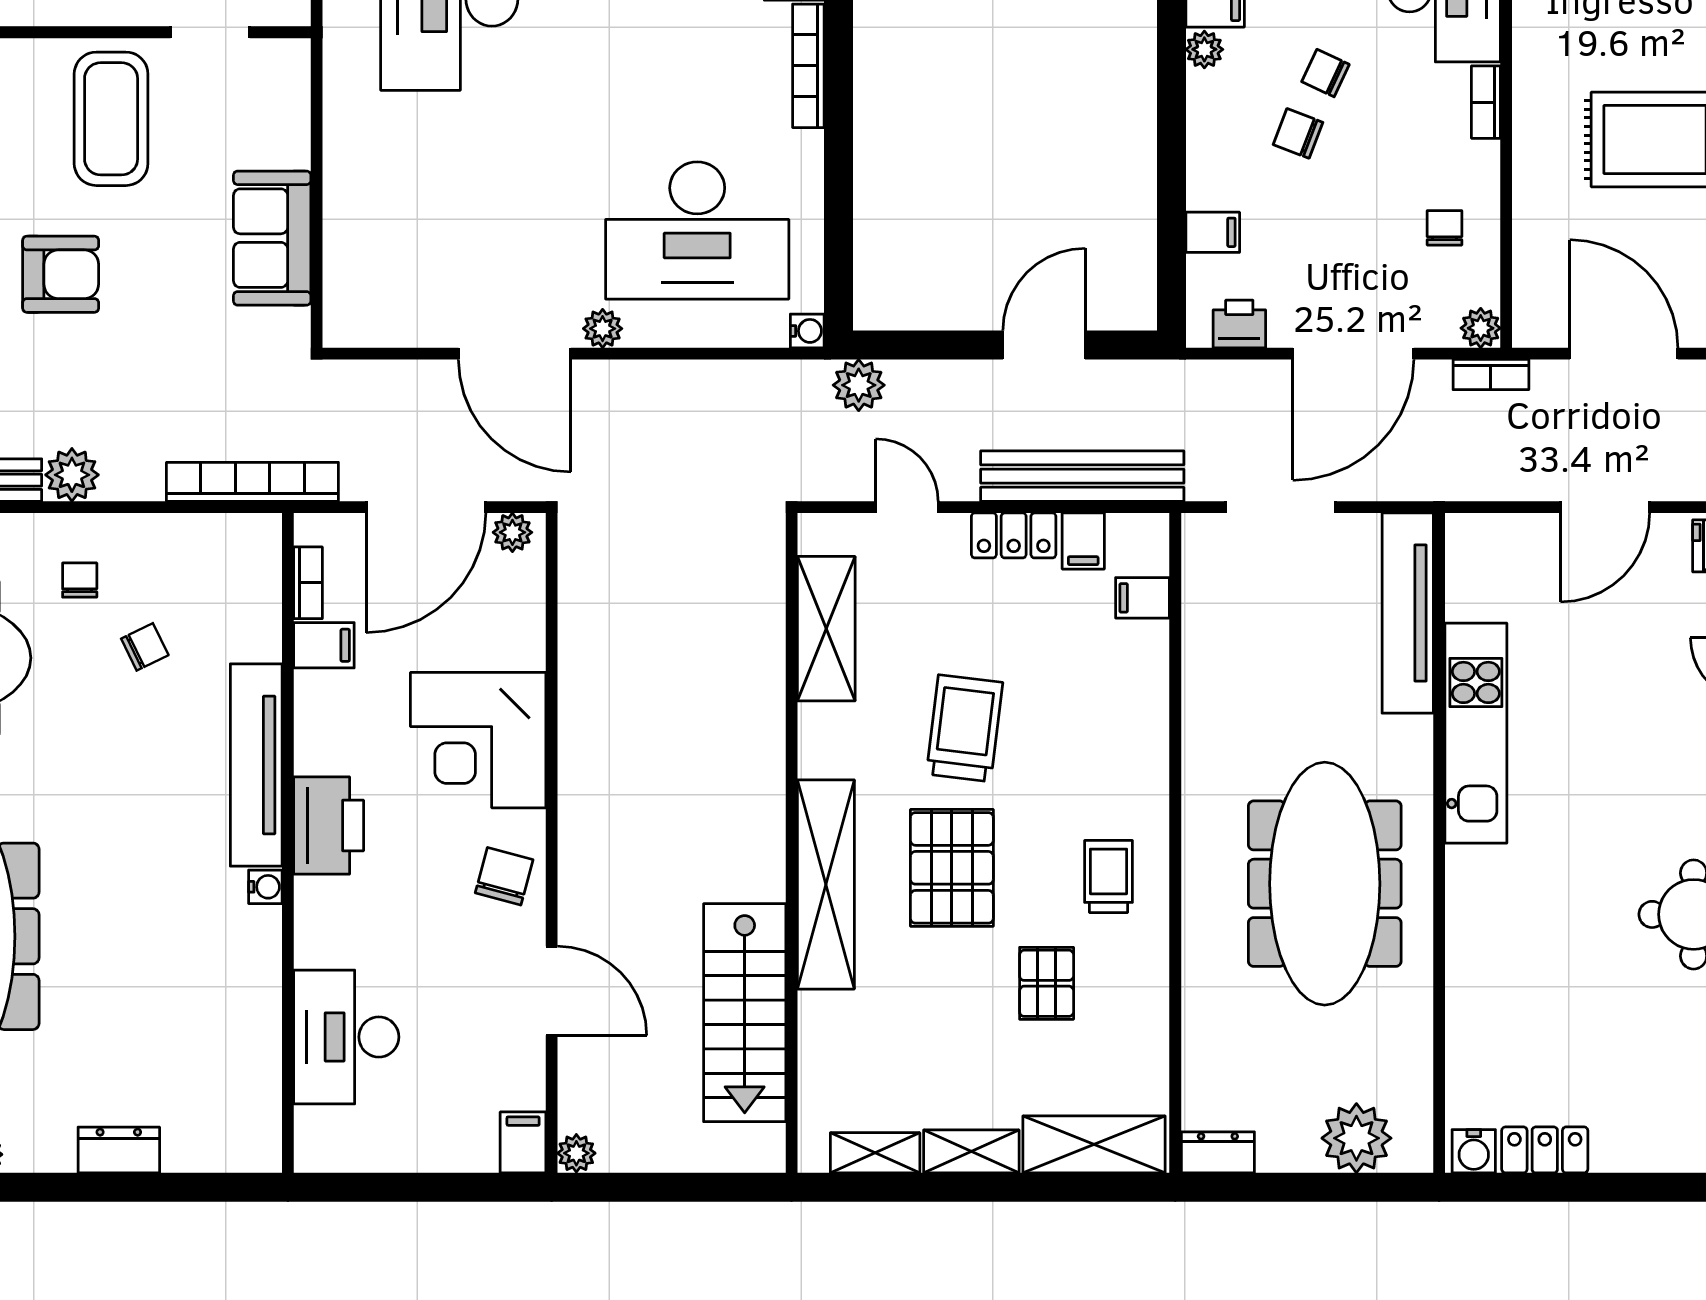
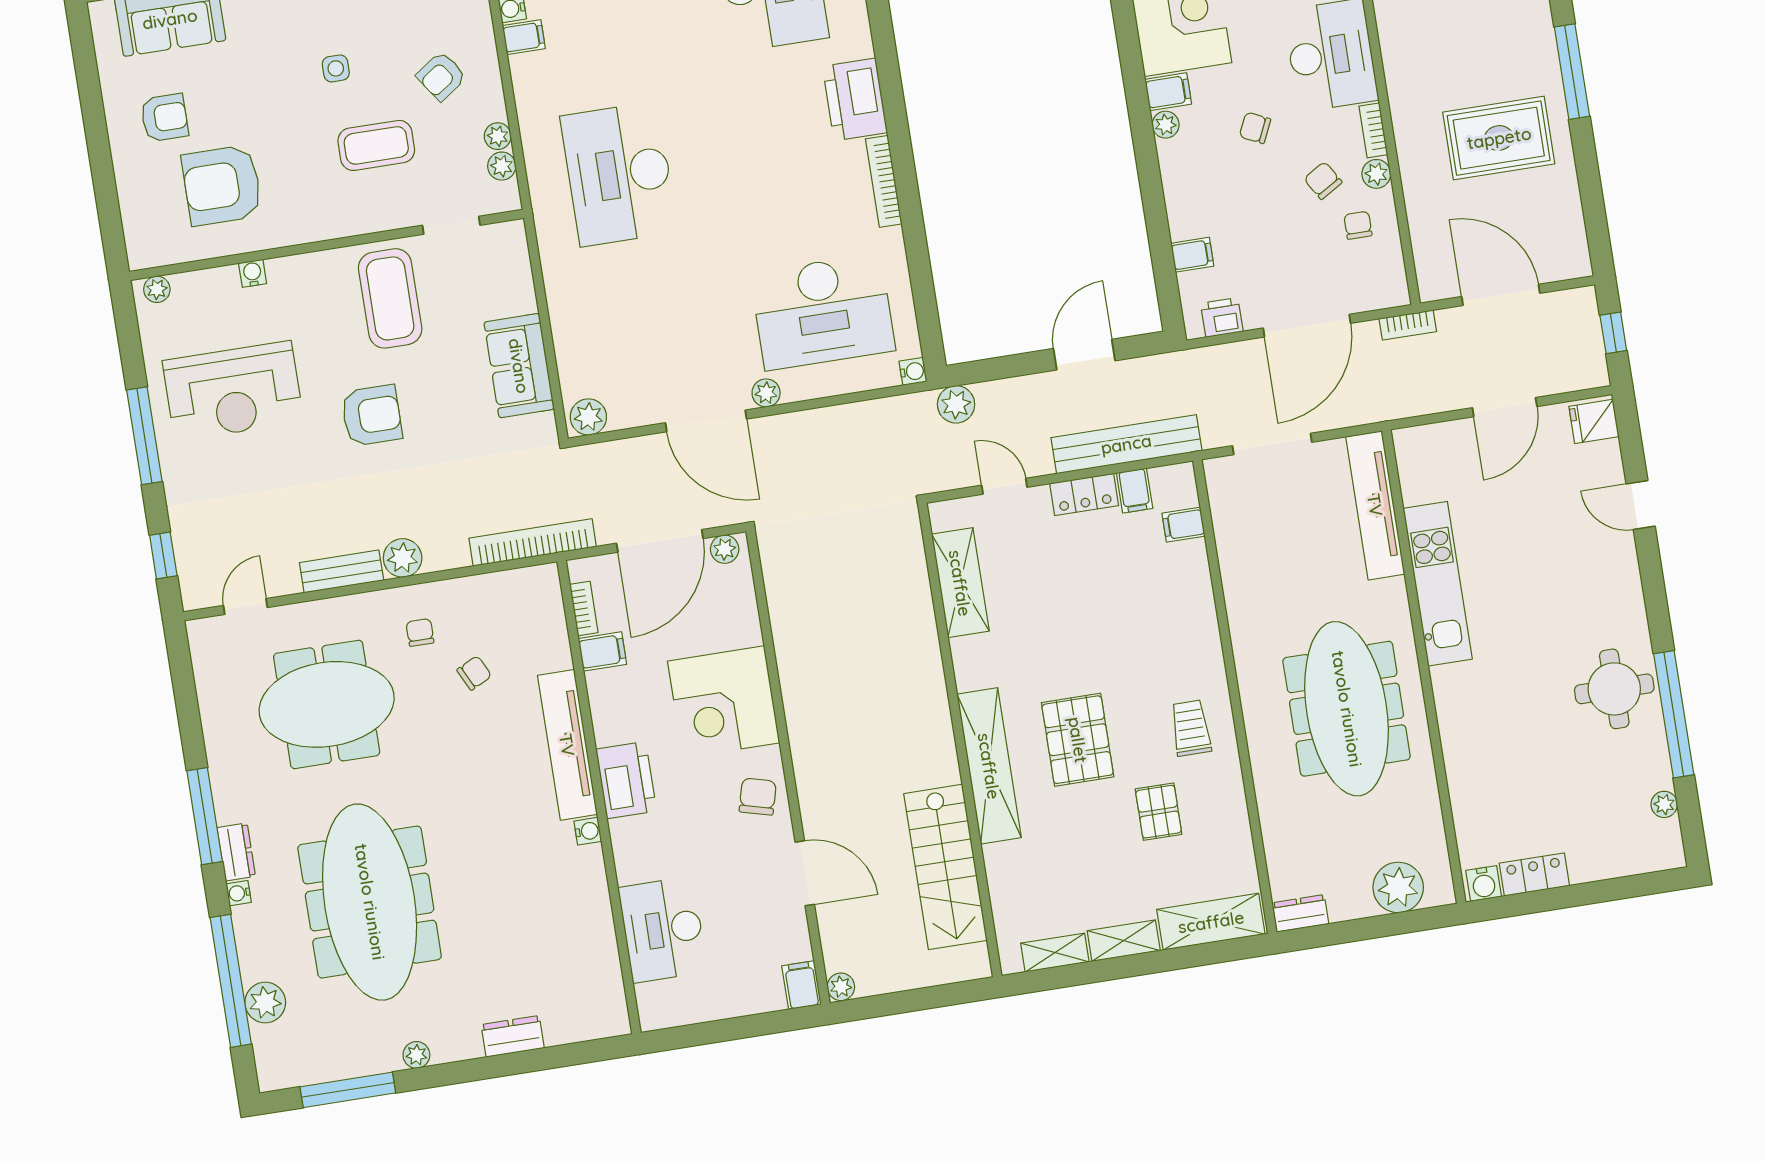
chair: (1298, 133) -> (1323, 181), moved, turned 38
plant: (355, 323) -> (588, 417), added
plant: (1481, 328) -> (1376, 174), moved
trolley: (965, 728) -> (1071, 638), removed

